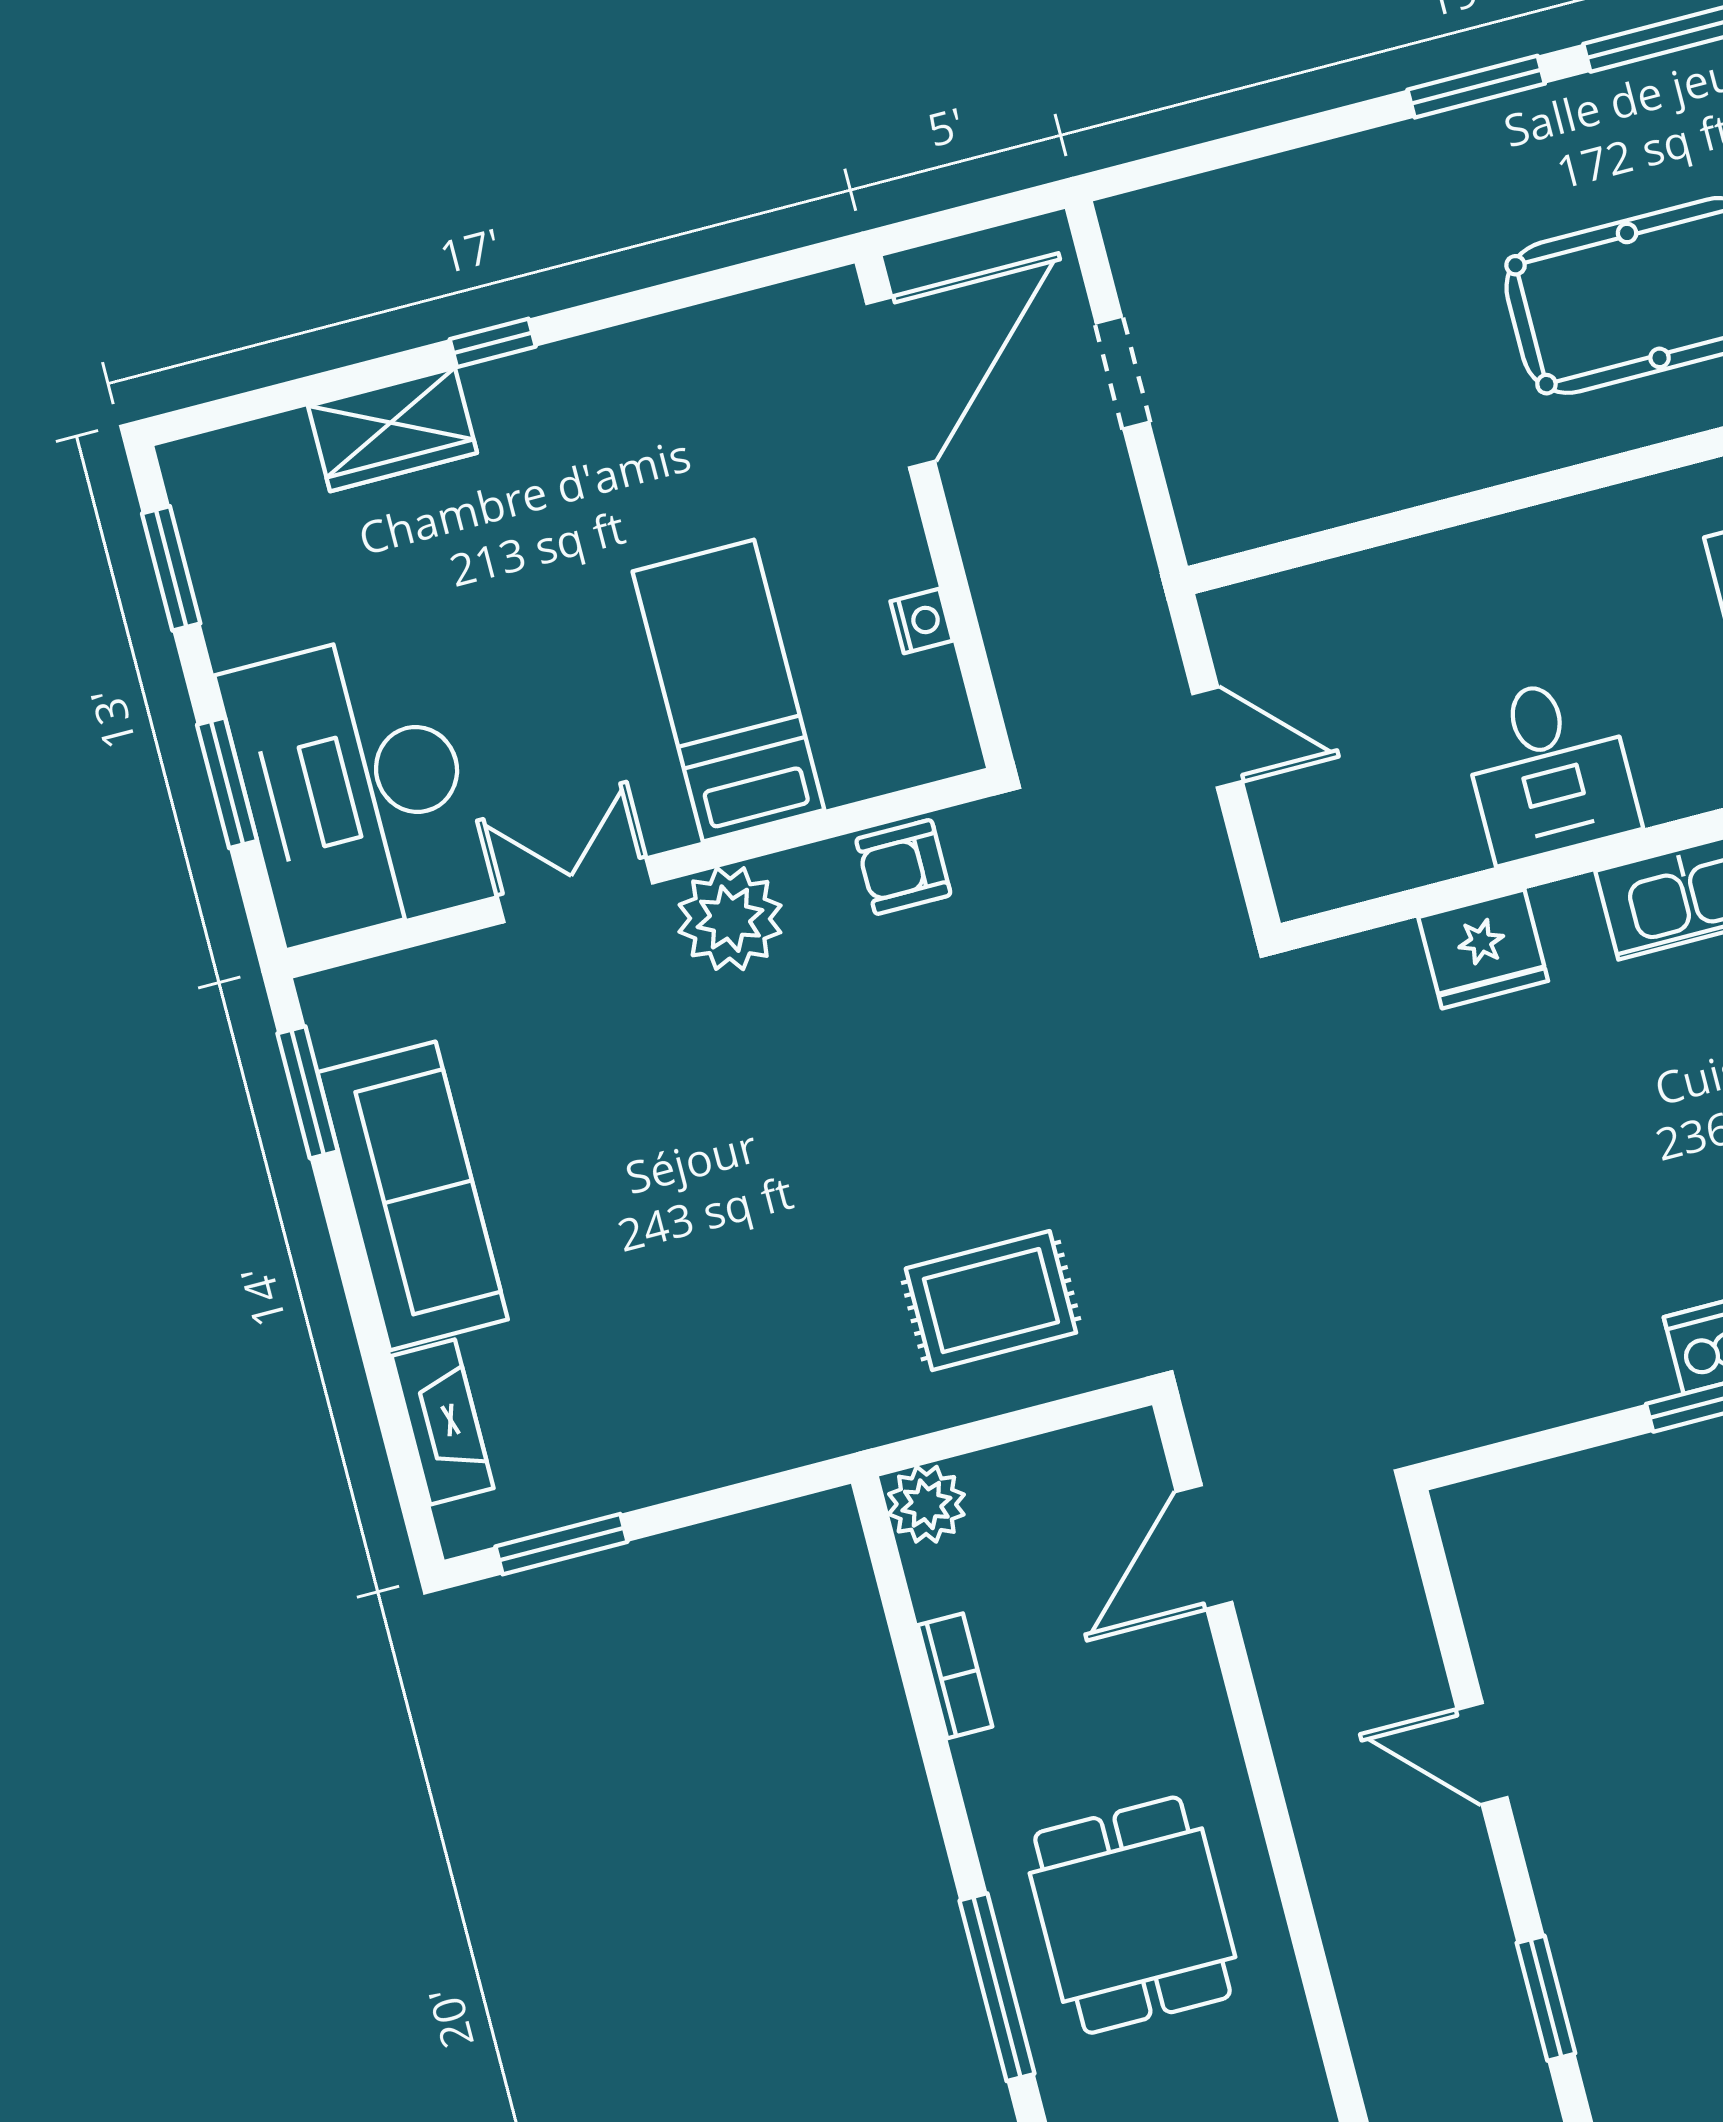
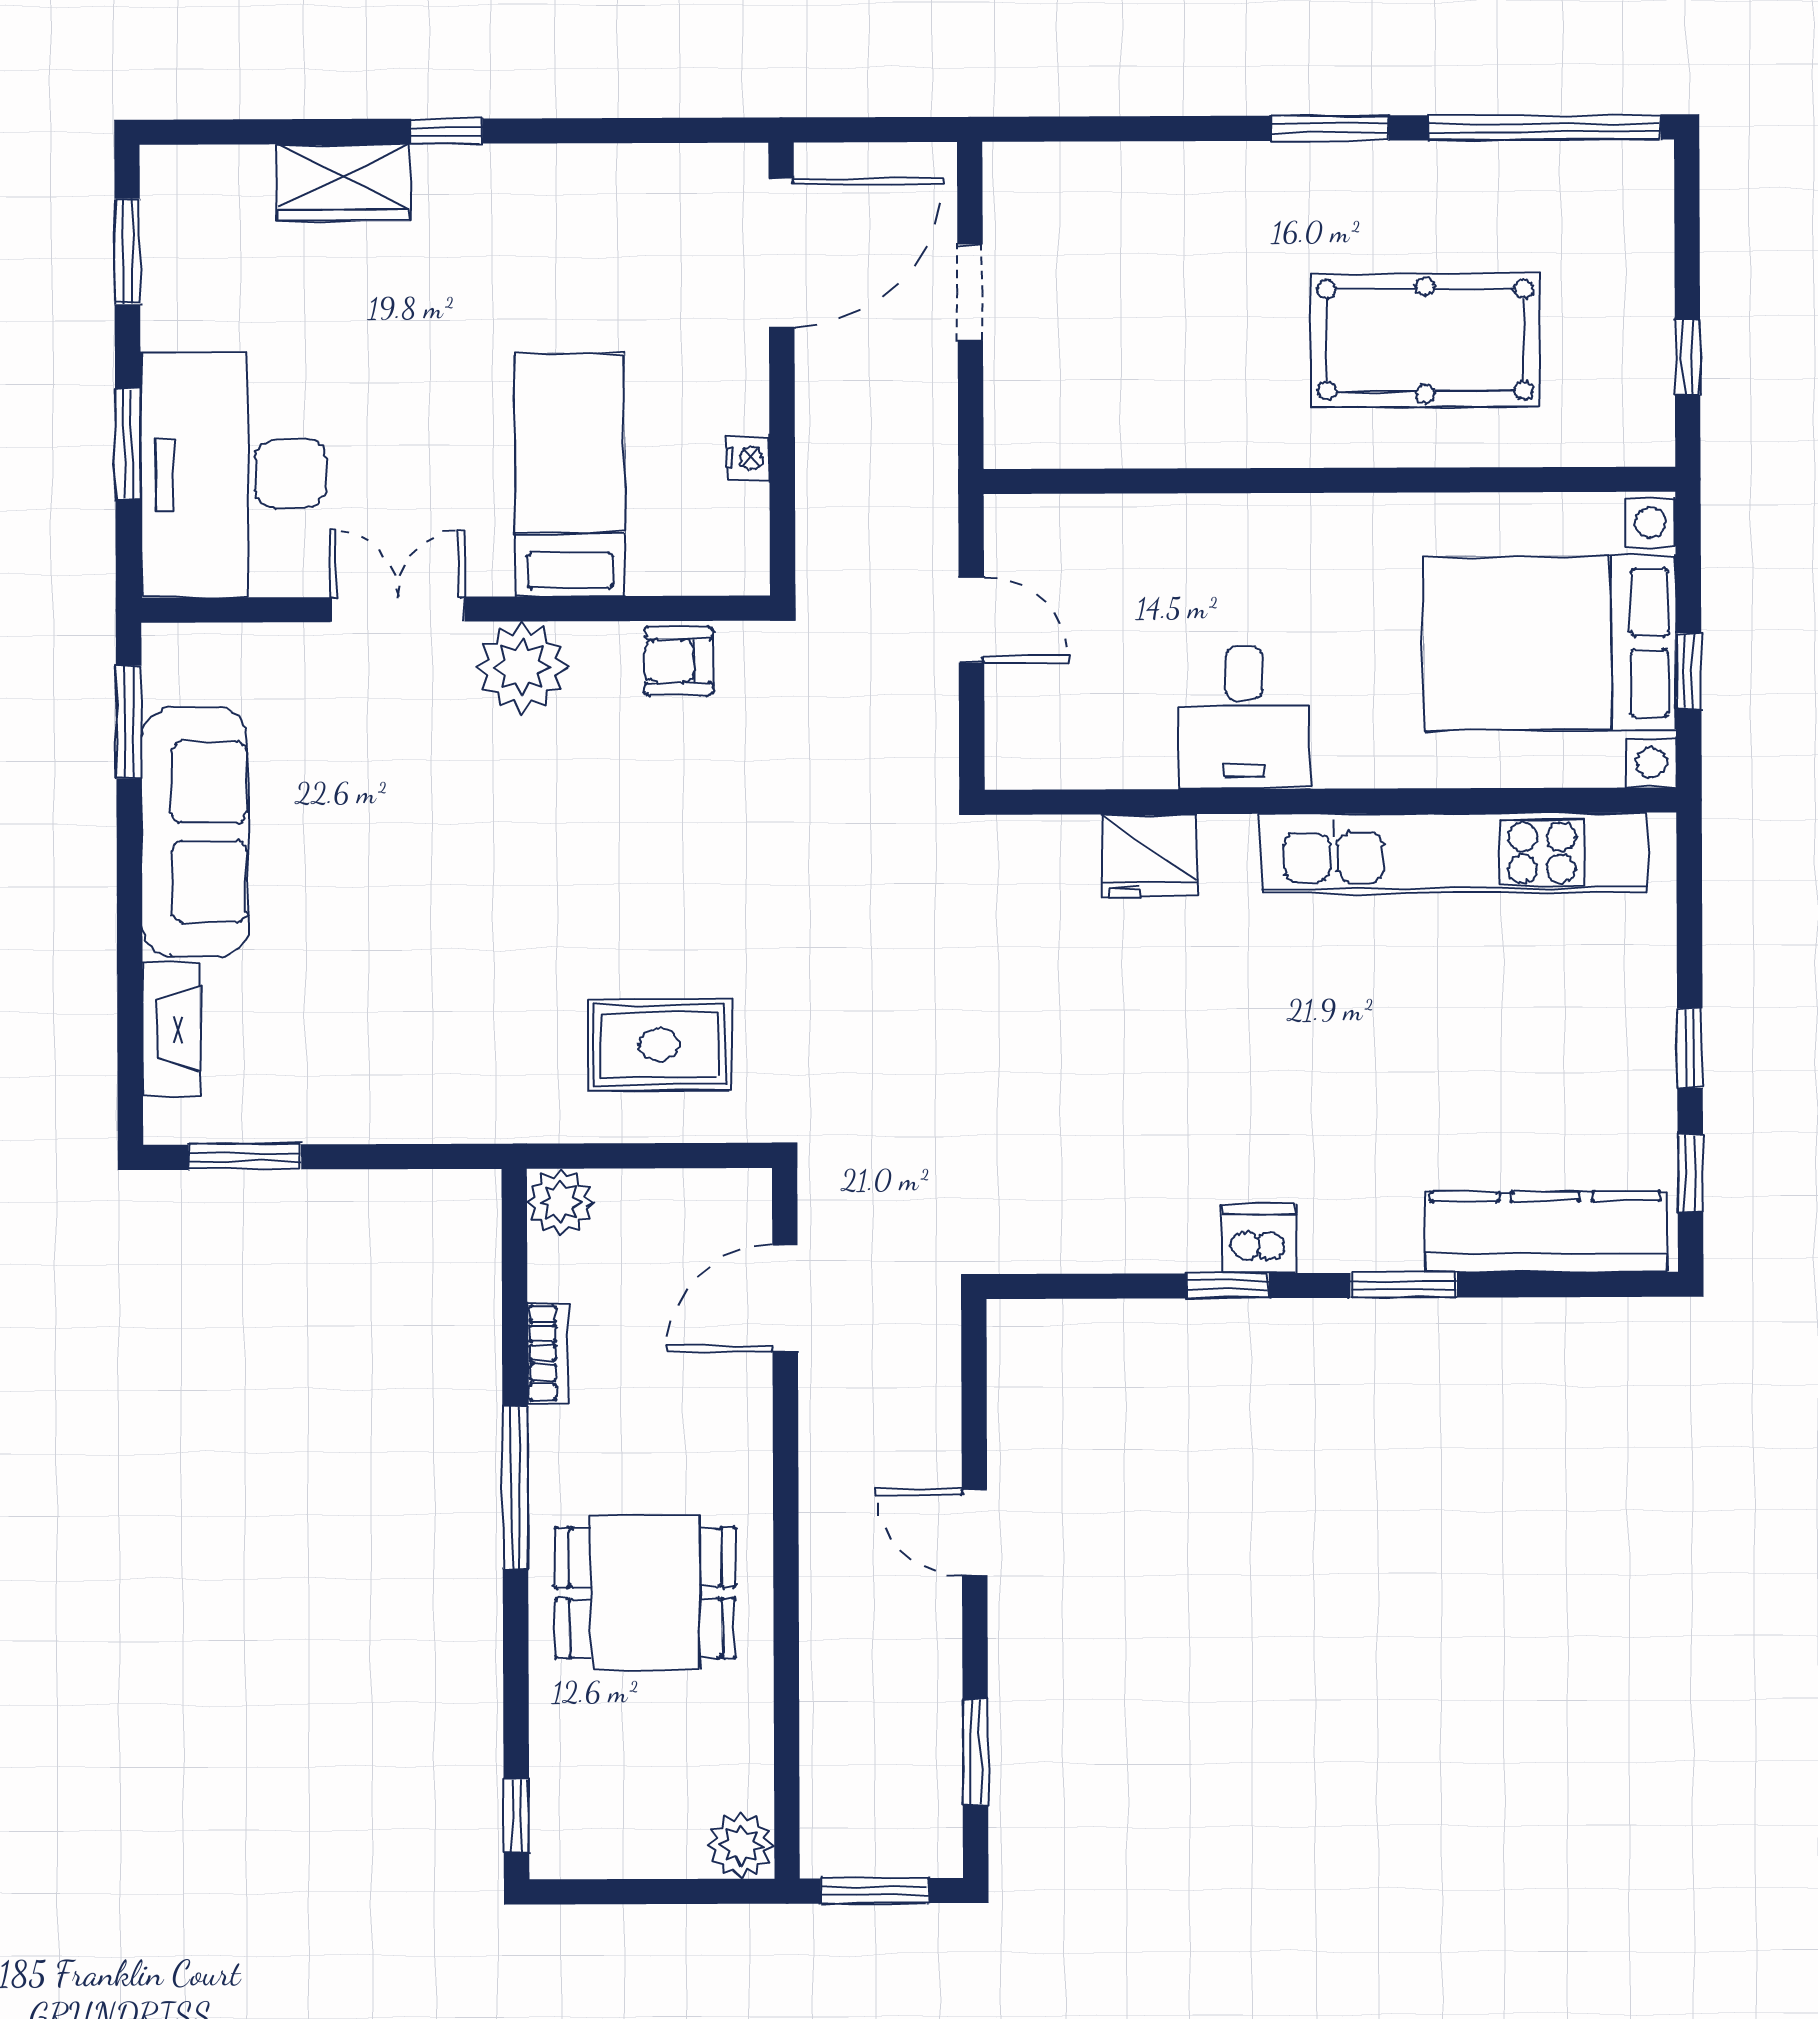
dining table: (1132, 1915) -> (645, 1593), turned 90
window: (997, 1987) -> (515, 1488), moved

